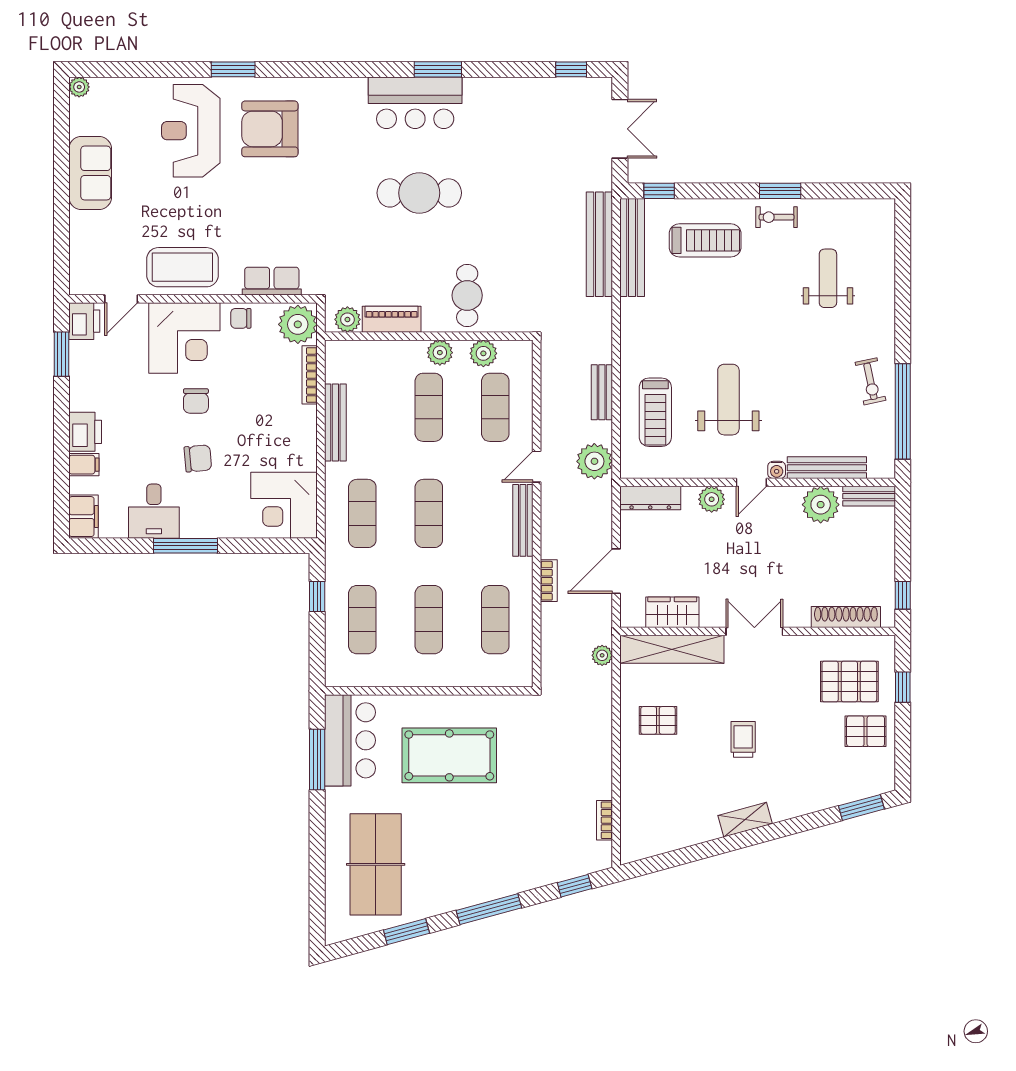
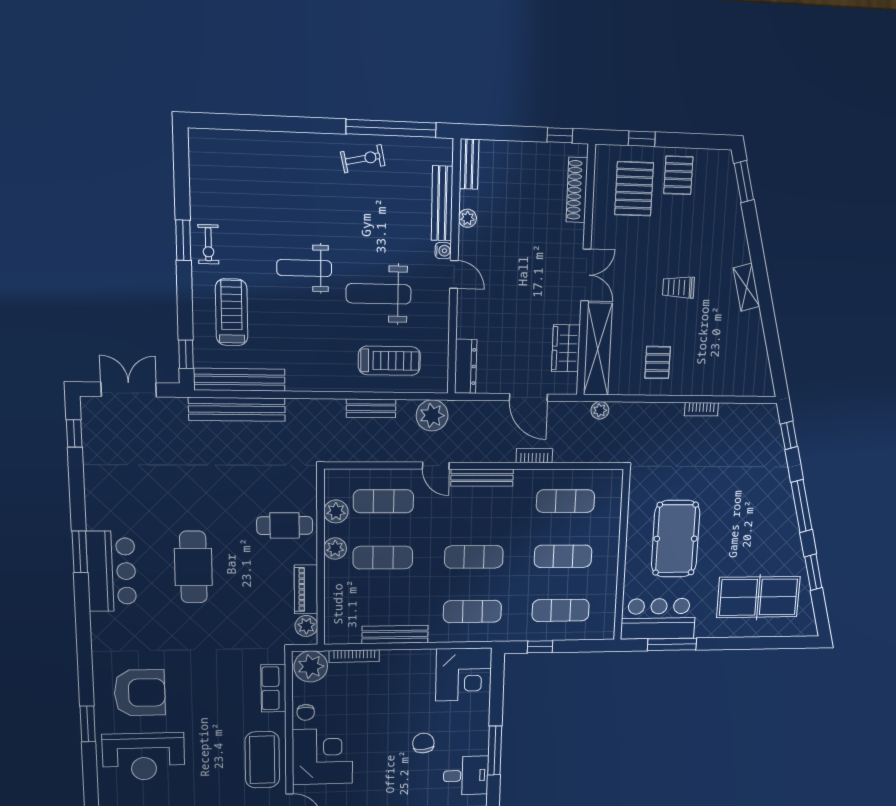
armchair: (270, 129) -> (140, 693), turned -90
weight bench: (828, 278) -> (304, 268), moved
chair: (196, 401) -> (375, 746), removed
plant: (712, 499) -> (468, 311), removed
plant: (821, 505) -> (467, 218), width x0.53, depth x0.53
double door: (754, 631) -> (586, 275), swing flipped
bookcase: (604, 820) -> (701, 409), moved

